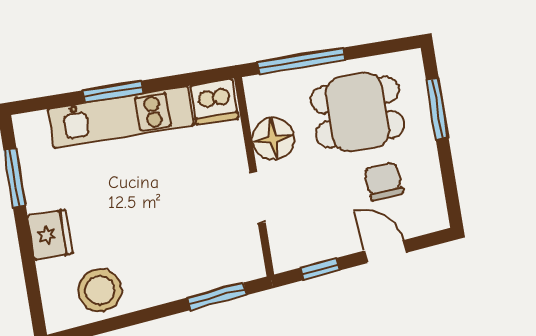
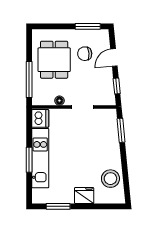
window: (437, 109) -> (88, 26), moved
floor lamp: (273, 139) -> (59, 101), width x0.53, depth x0.53

